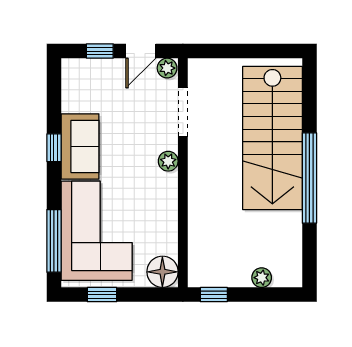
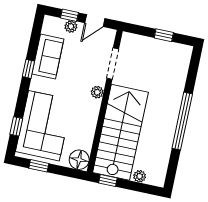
window: (253, 51) -> (164, 35), added
plant: (167, 68) -> (71, 26), moved
stairs: (272, 138) -> (120, 132), moved, turned 180
sofa: (80, 146) -> (48, 57), moved
window: (54, 241) -> (16, 126), width x0.46

